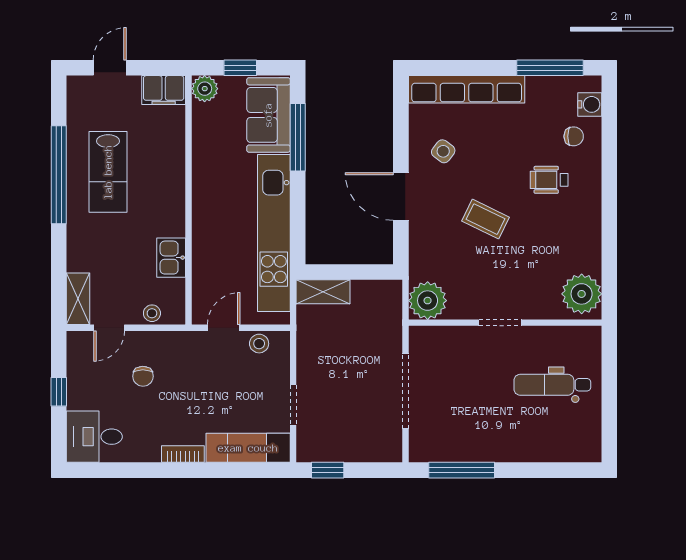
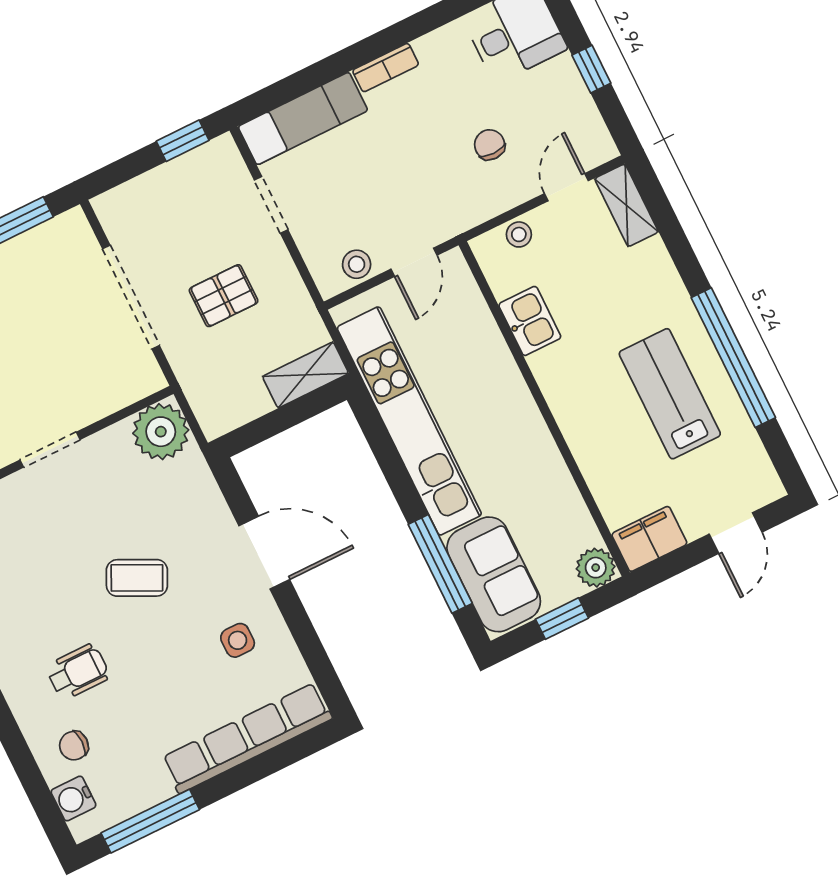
side table: (443, 151) -> (238, 640), turned -37
pallet: (349, 364) -> (224, 296), added

